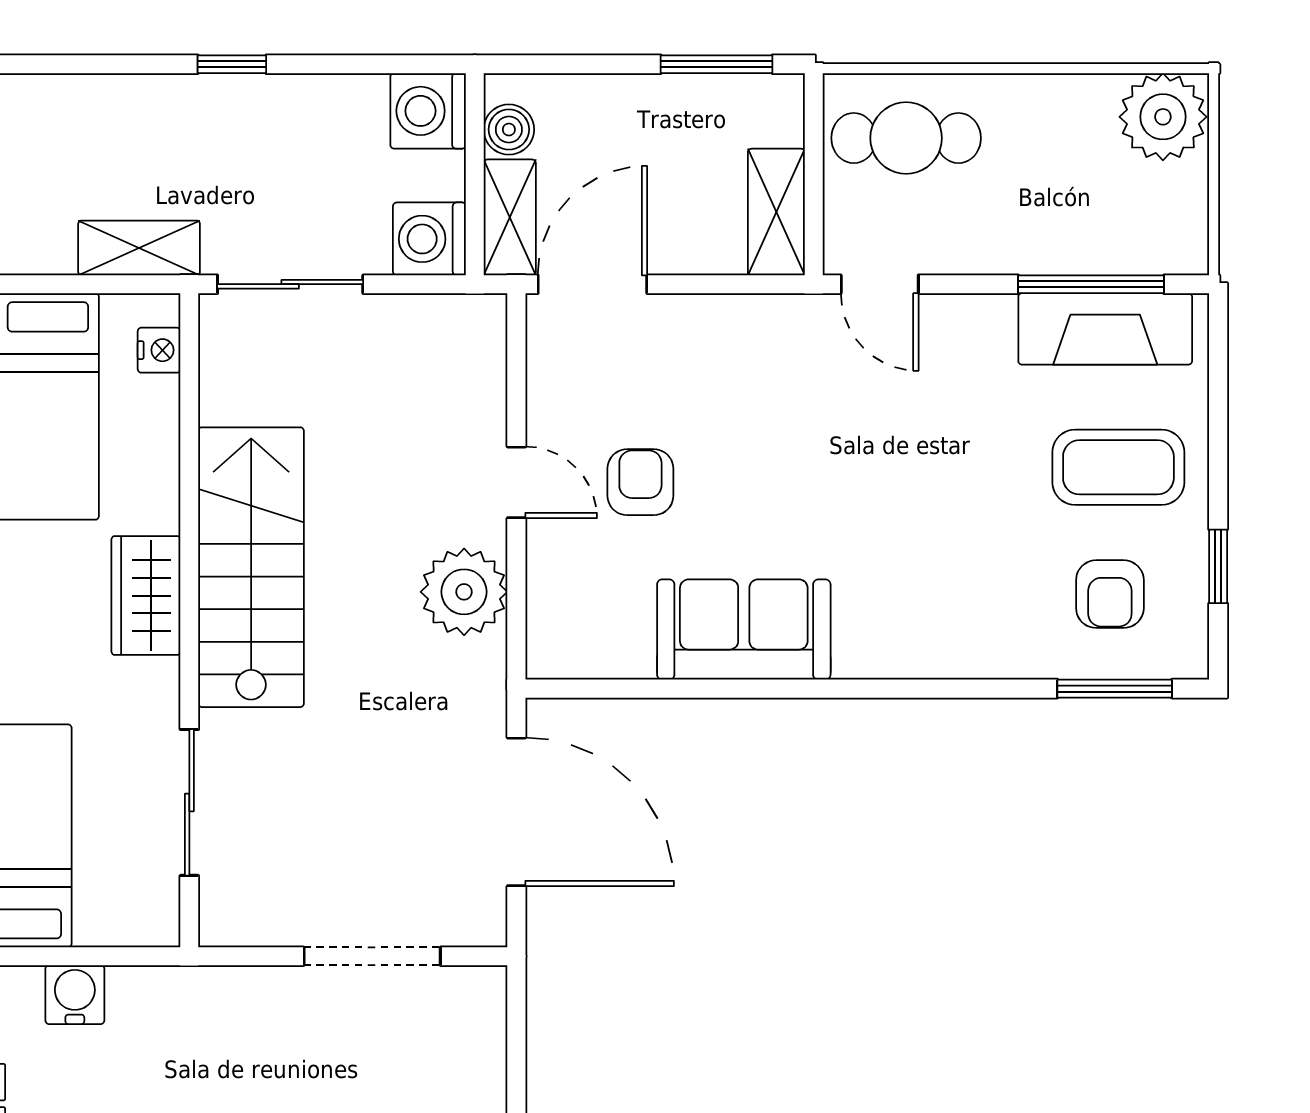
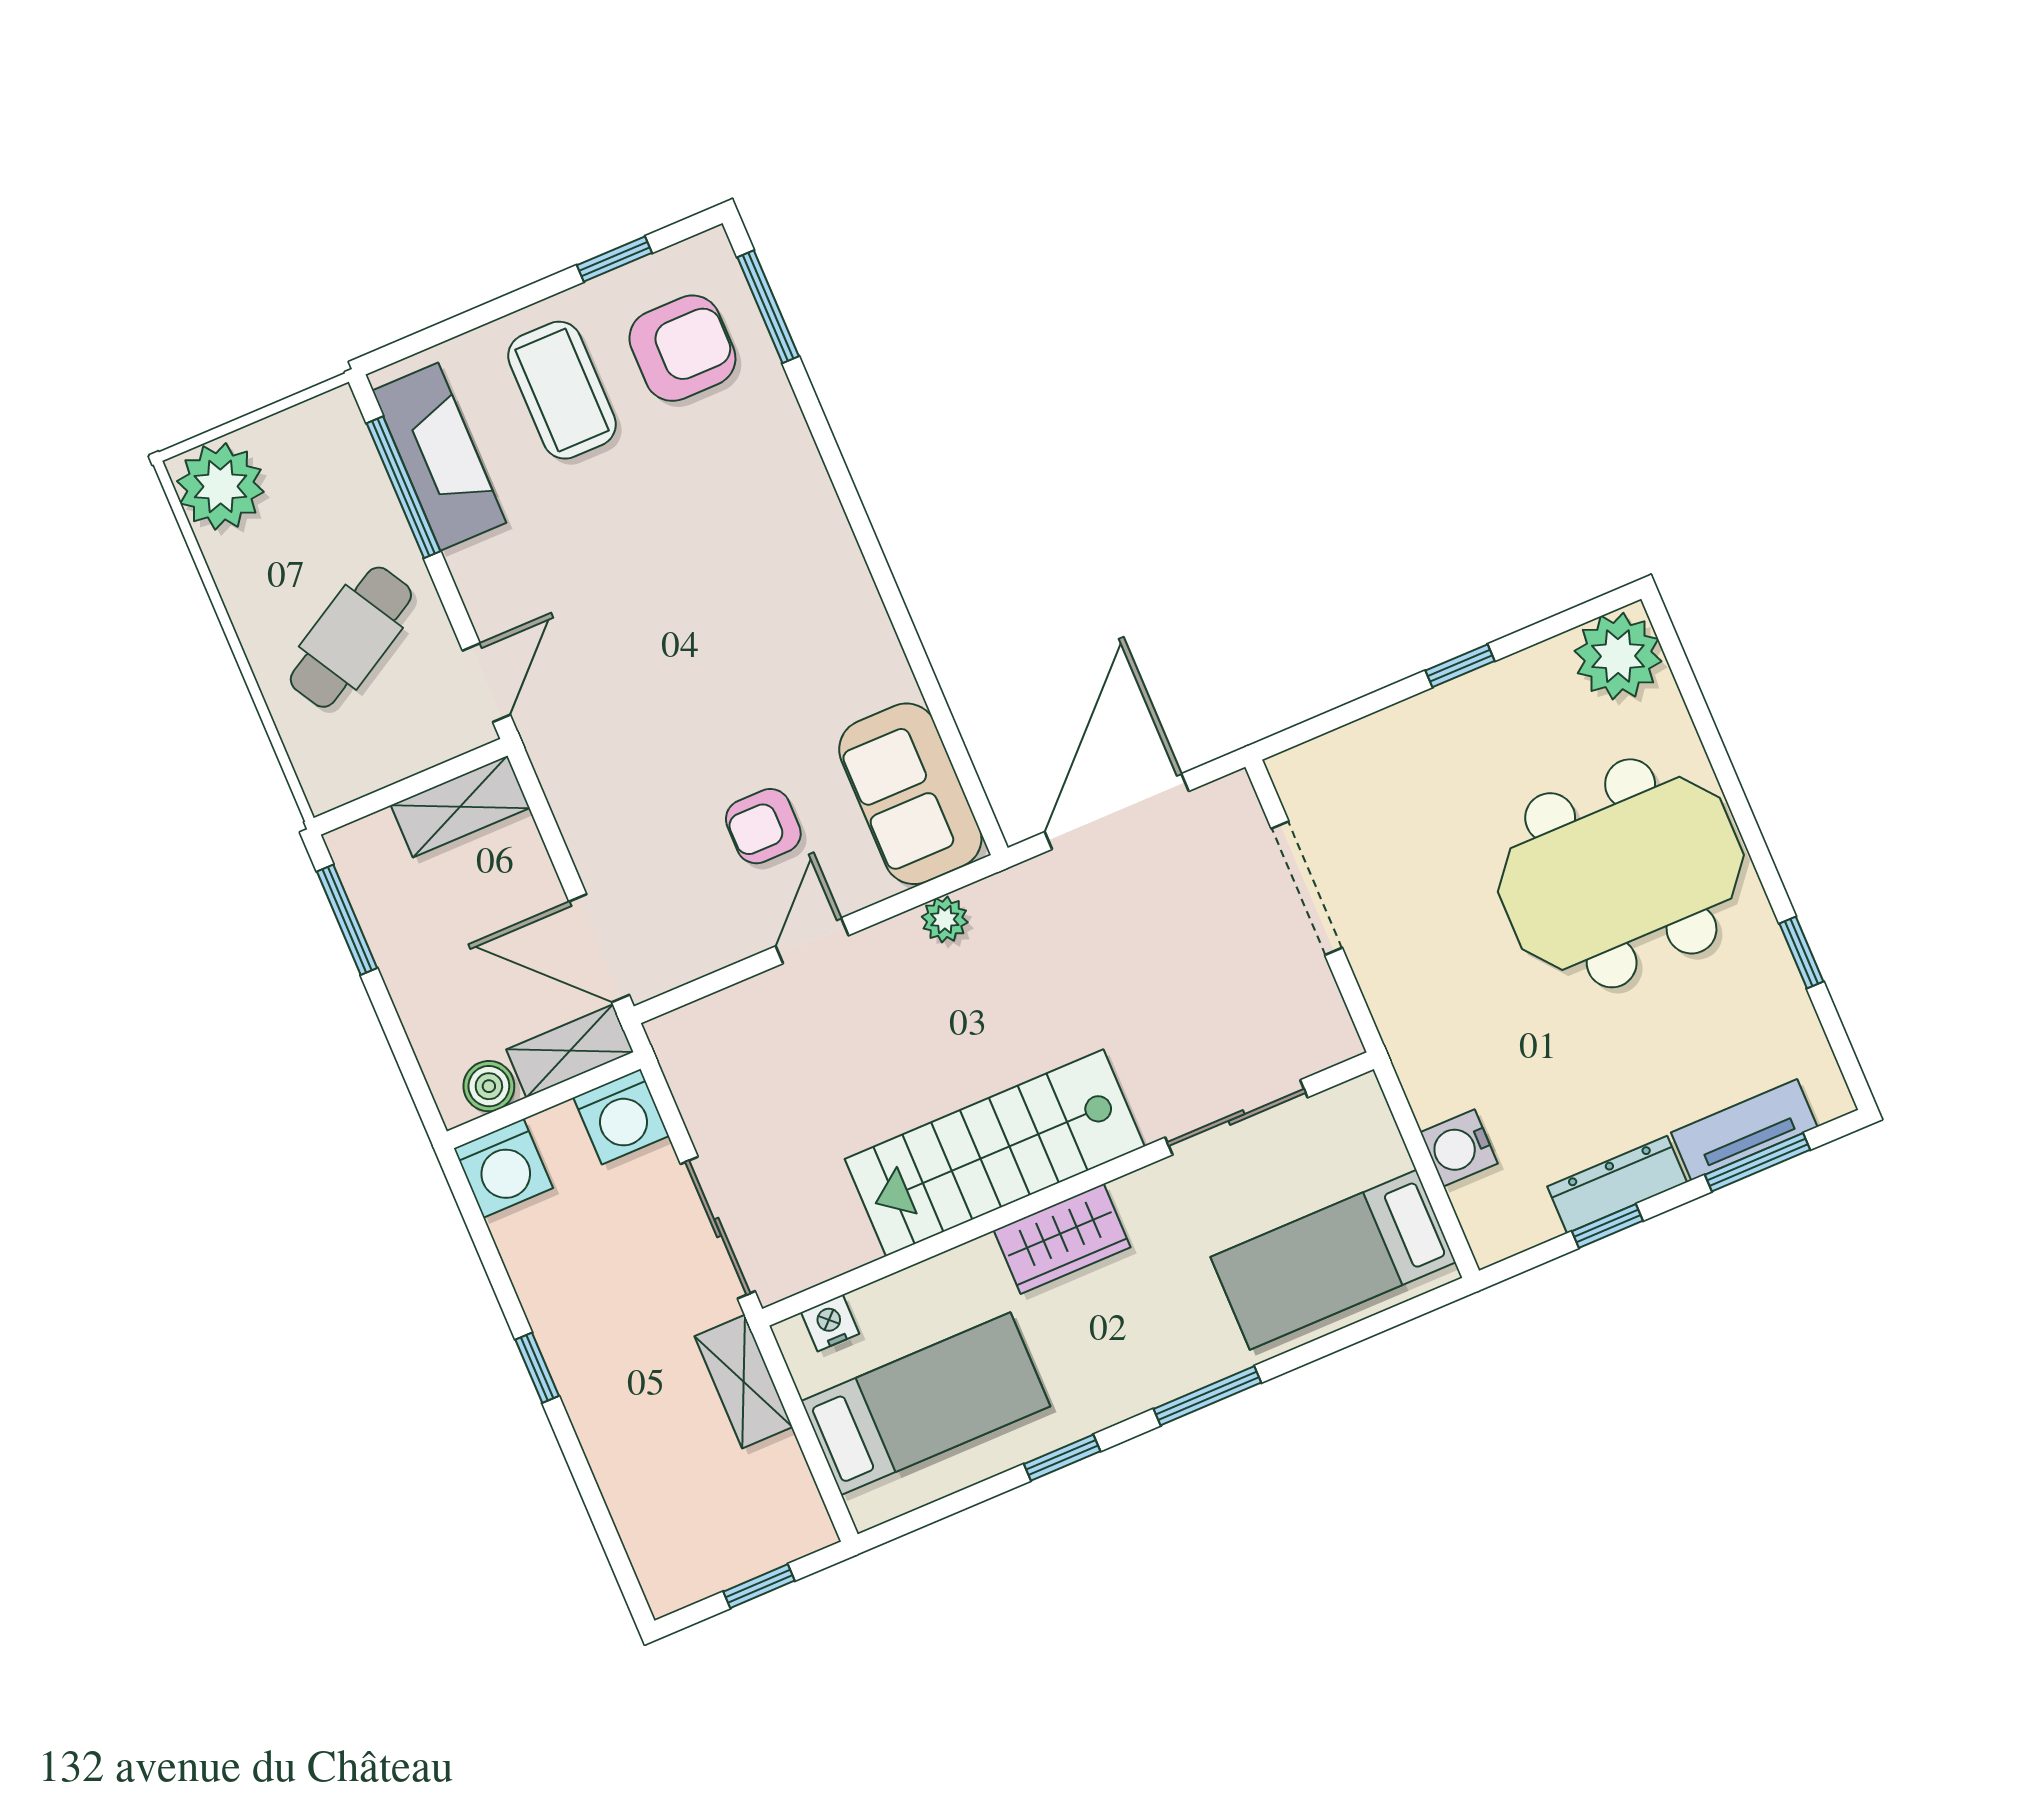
cafe table: (906, 138) -> (351, 637), moved, turned 60
plant: (464, 592) -> (945, 919), width x0.53, depth x0.53
armchair: (1110, 594) -> (682, 348), width x1.38, depth x1.38
sofa: (744, 630) -> (910, 794), moved

